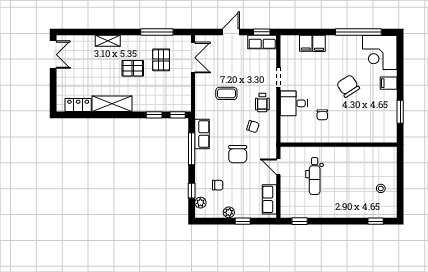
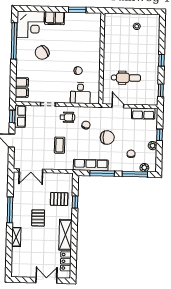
window: (157, 32) -> (10, 210), moved
filing cabinet: (319, 43) -> (22, 93), moved
double door: (53, 55) -> (46, 280), moved
double door: (193, 58) -> (31, 171), swing flipped
pallet: (161, 60) -> (59, 199), moved
filing cabinet: (389, 83) -> (55, 18), width x2.00
chair: (348, 86) -> (42, 53), moved
desk: (294, 103) -> (80, 93), moved
window: (178, 115) -> (75, 184), removed
row of seats: (202, 134) -> (91, 165), width x1.48
door: (278, 167) -> (118, 106), swing flipped
window: (192, 191) -> (135, 174), width x2.17
window: (376, 221) -> (161, 60), moved

